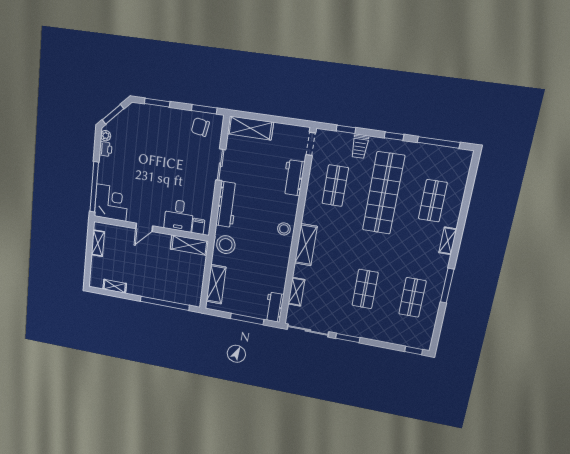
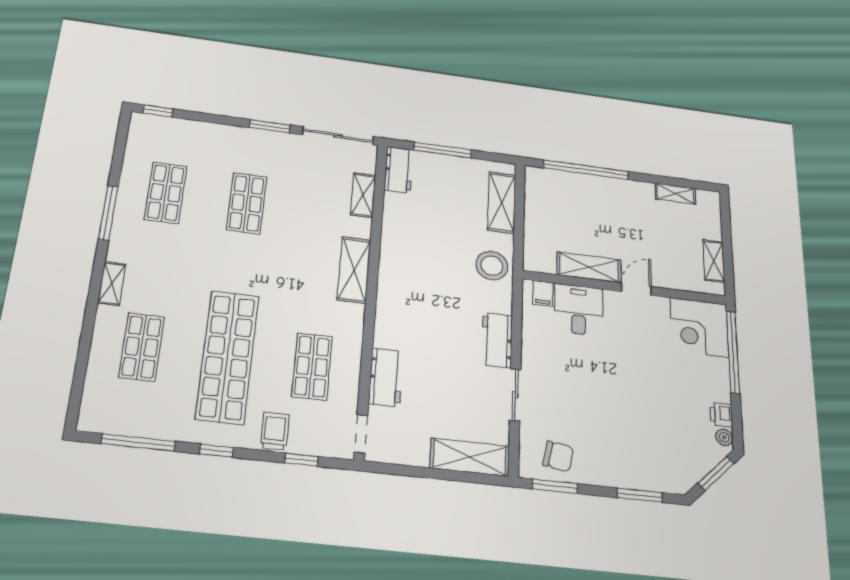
workbench: (227, 204) -> (497, 340), width x0.73
stool: (284, 229) -> (394, 294), removed
shelving: (189, 245) -> (589, 267), moved

